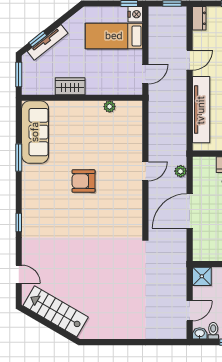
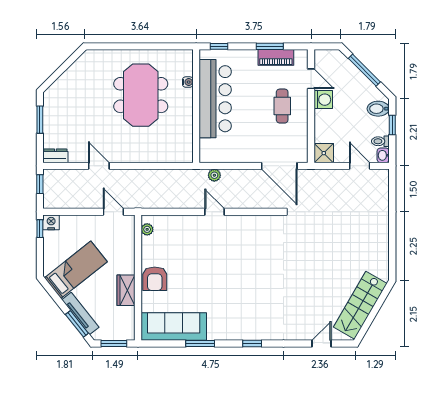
bed: (114, 36) -> (76, 270), moved, turned -128
window: (38, 39) -> (77, 324), width x1.50
plant: (110, 107) -> (147, 229), moved
tv unit: (201, 110) -> (150, 154), removed
armchair: (83, 181) -> (155, 279), moved
door: (190, 211) -> (279, 166), moved
window: (19, 223) -> (252, 343), moved

